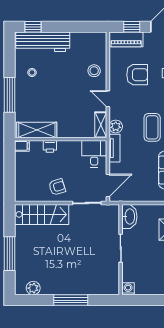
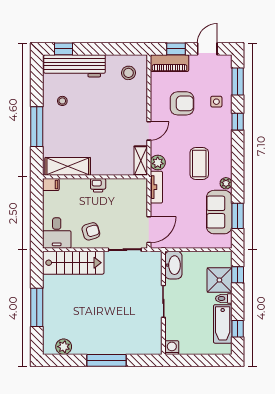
stool: (94, 71) -> (128, 73), moved
door: (108, 99) -> (149, 131), swing flipped
printer: (50, 146) -> (98, 185), moved
desk: (94, 154) -> (57, 233), moved, turned 180

